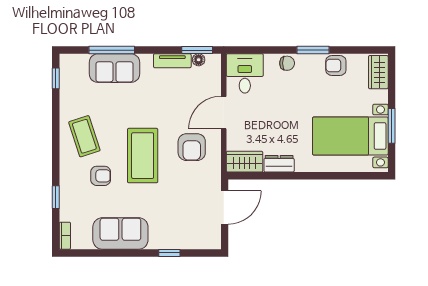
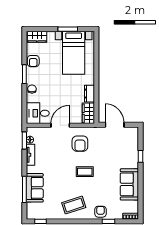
door: (224, 113) -> (60, 125), swing flipped
armchair: (192, 147) -> (80, 144), turned 90
coffee table: (143, 156) -> (85, 172), width x0.54, depth x0.58
armchair: (101, 176) -> (100, 212), moved

